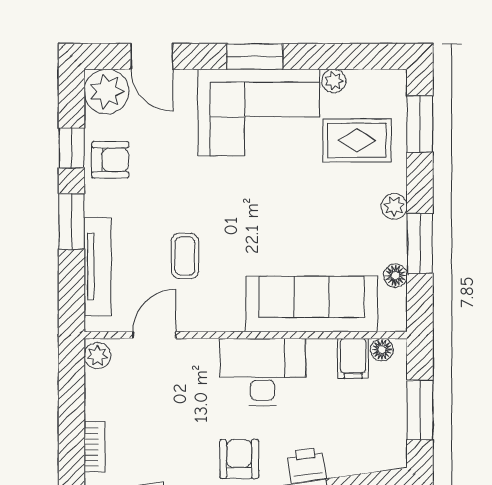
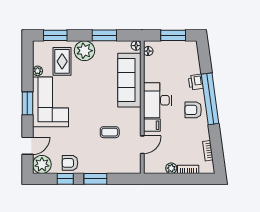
armchair: (110, 160) -> (70, 163), turned -90
plant: (394, 206) -> (84, 51), width x1.87, depth x1.87
tv unit: (98, 266) -> (114, 168), removed
floor lamp: (395, 276) -> (136, 46), moved
door: (154, 335) -> (142, 145), swing flipped
plant: (97, 356) -> (171, 168), moved
filing cabinet: (353, 358) -> (152, 125), moved

